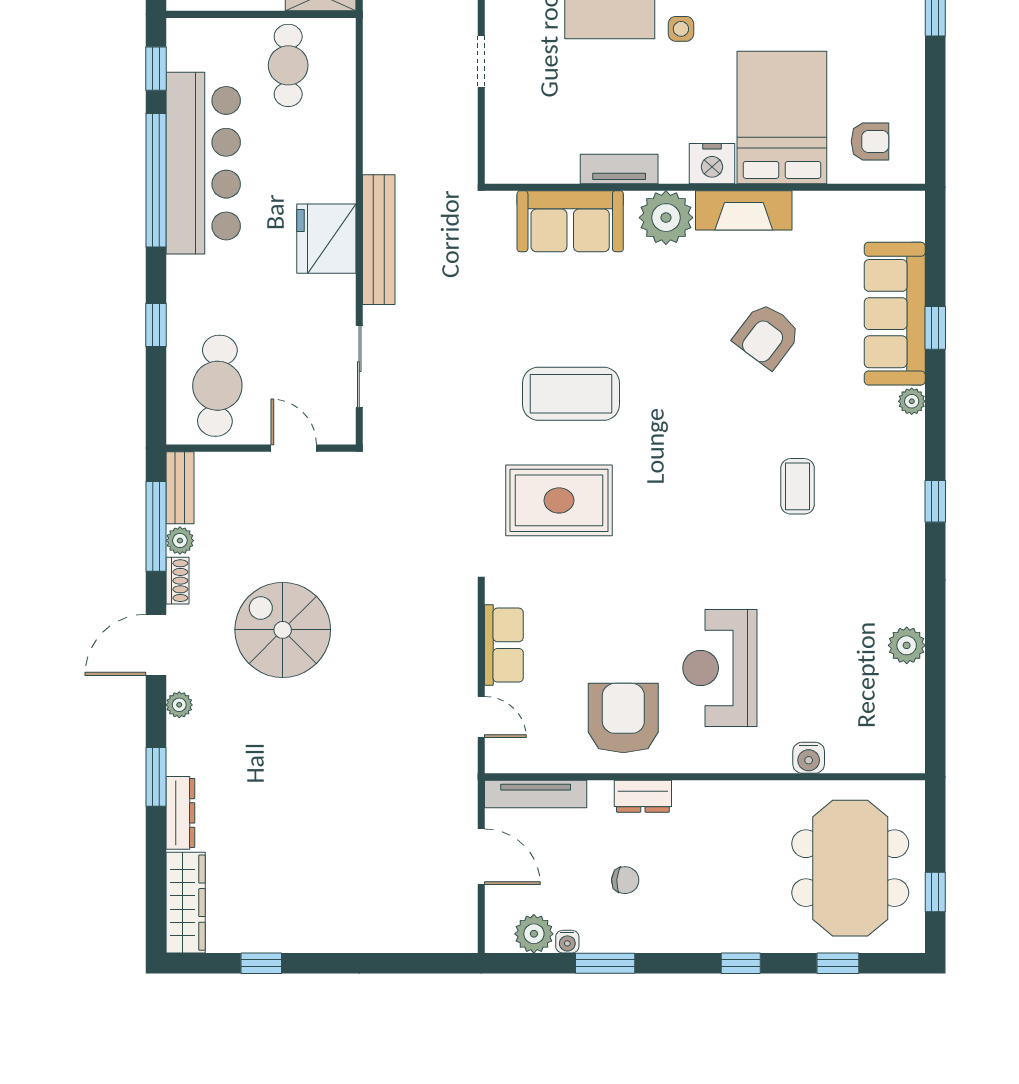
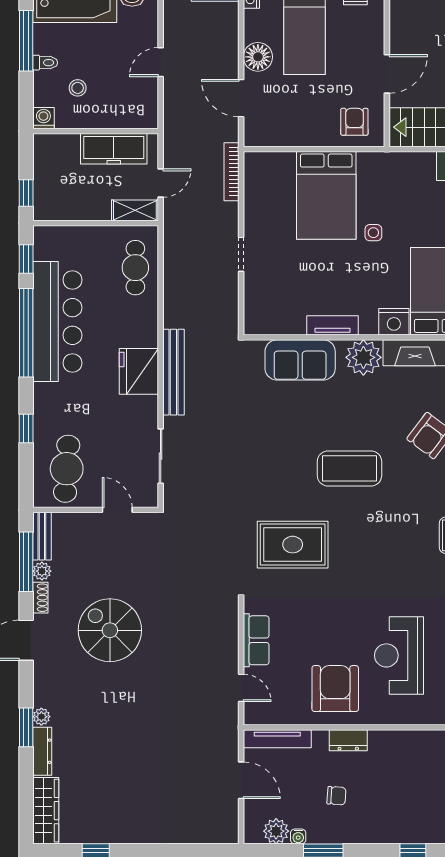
cafe table: (288, 65) -> (135, 268), moved
coffee table: (571, 394) -> (349, 468), moved
plant: (179, 705) -> (41, 717), moved

